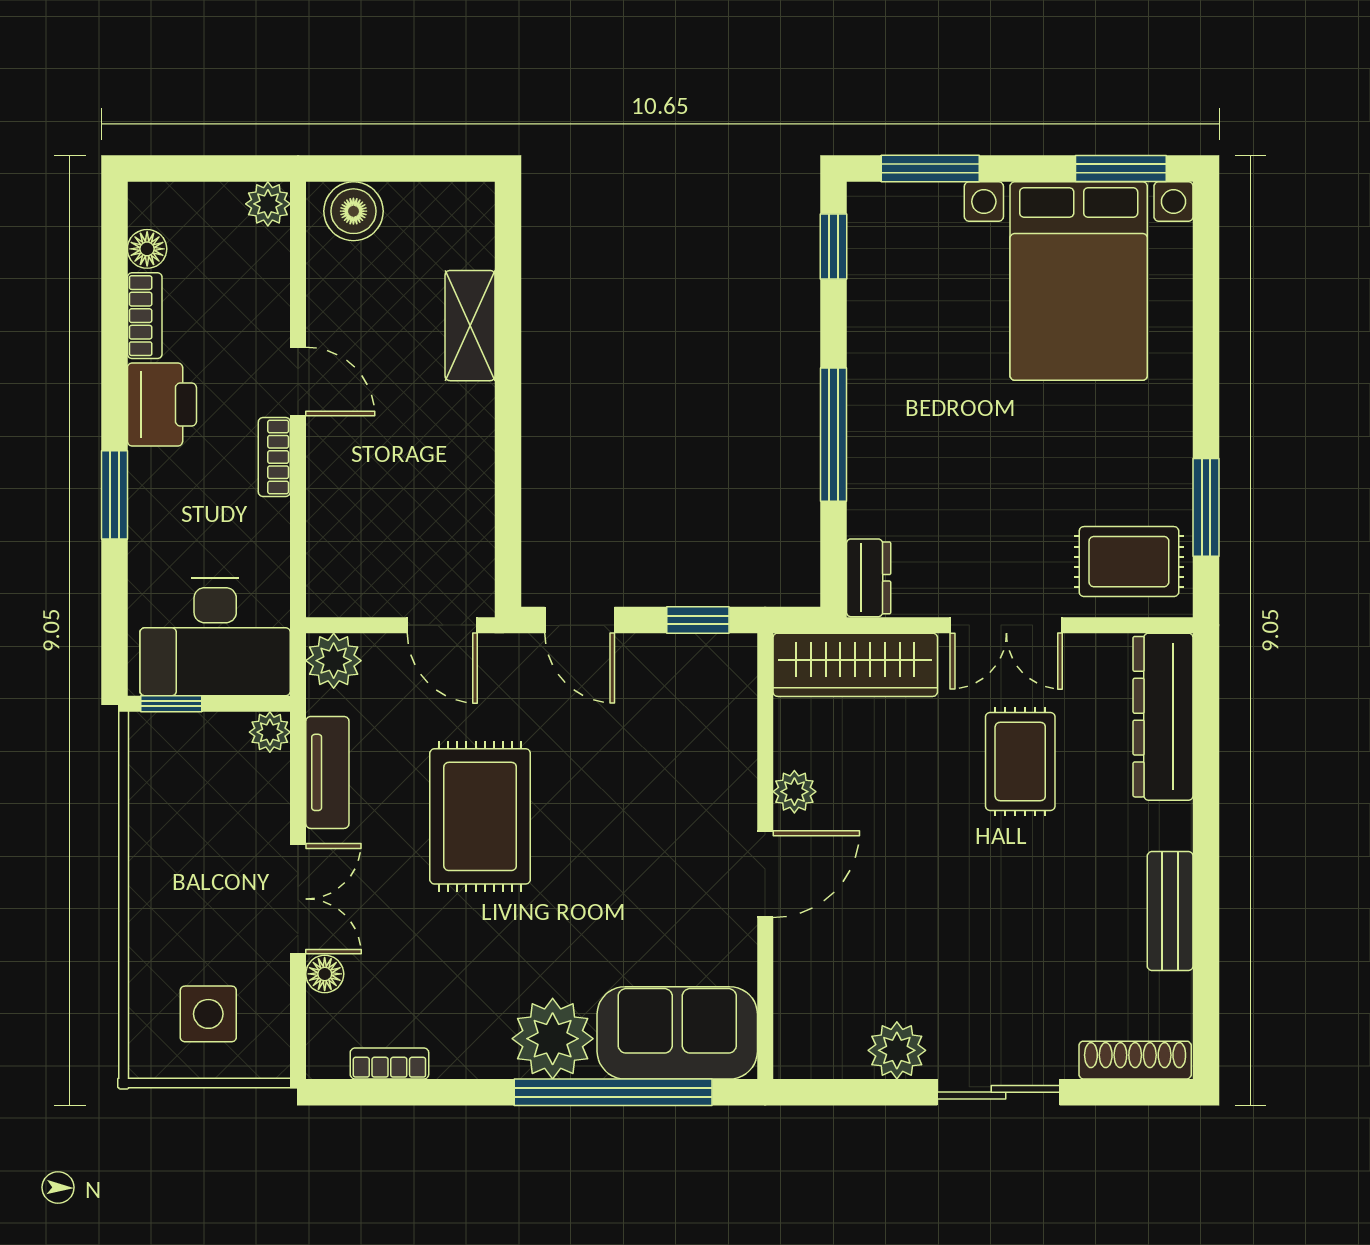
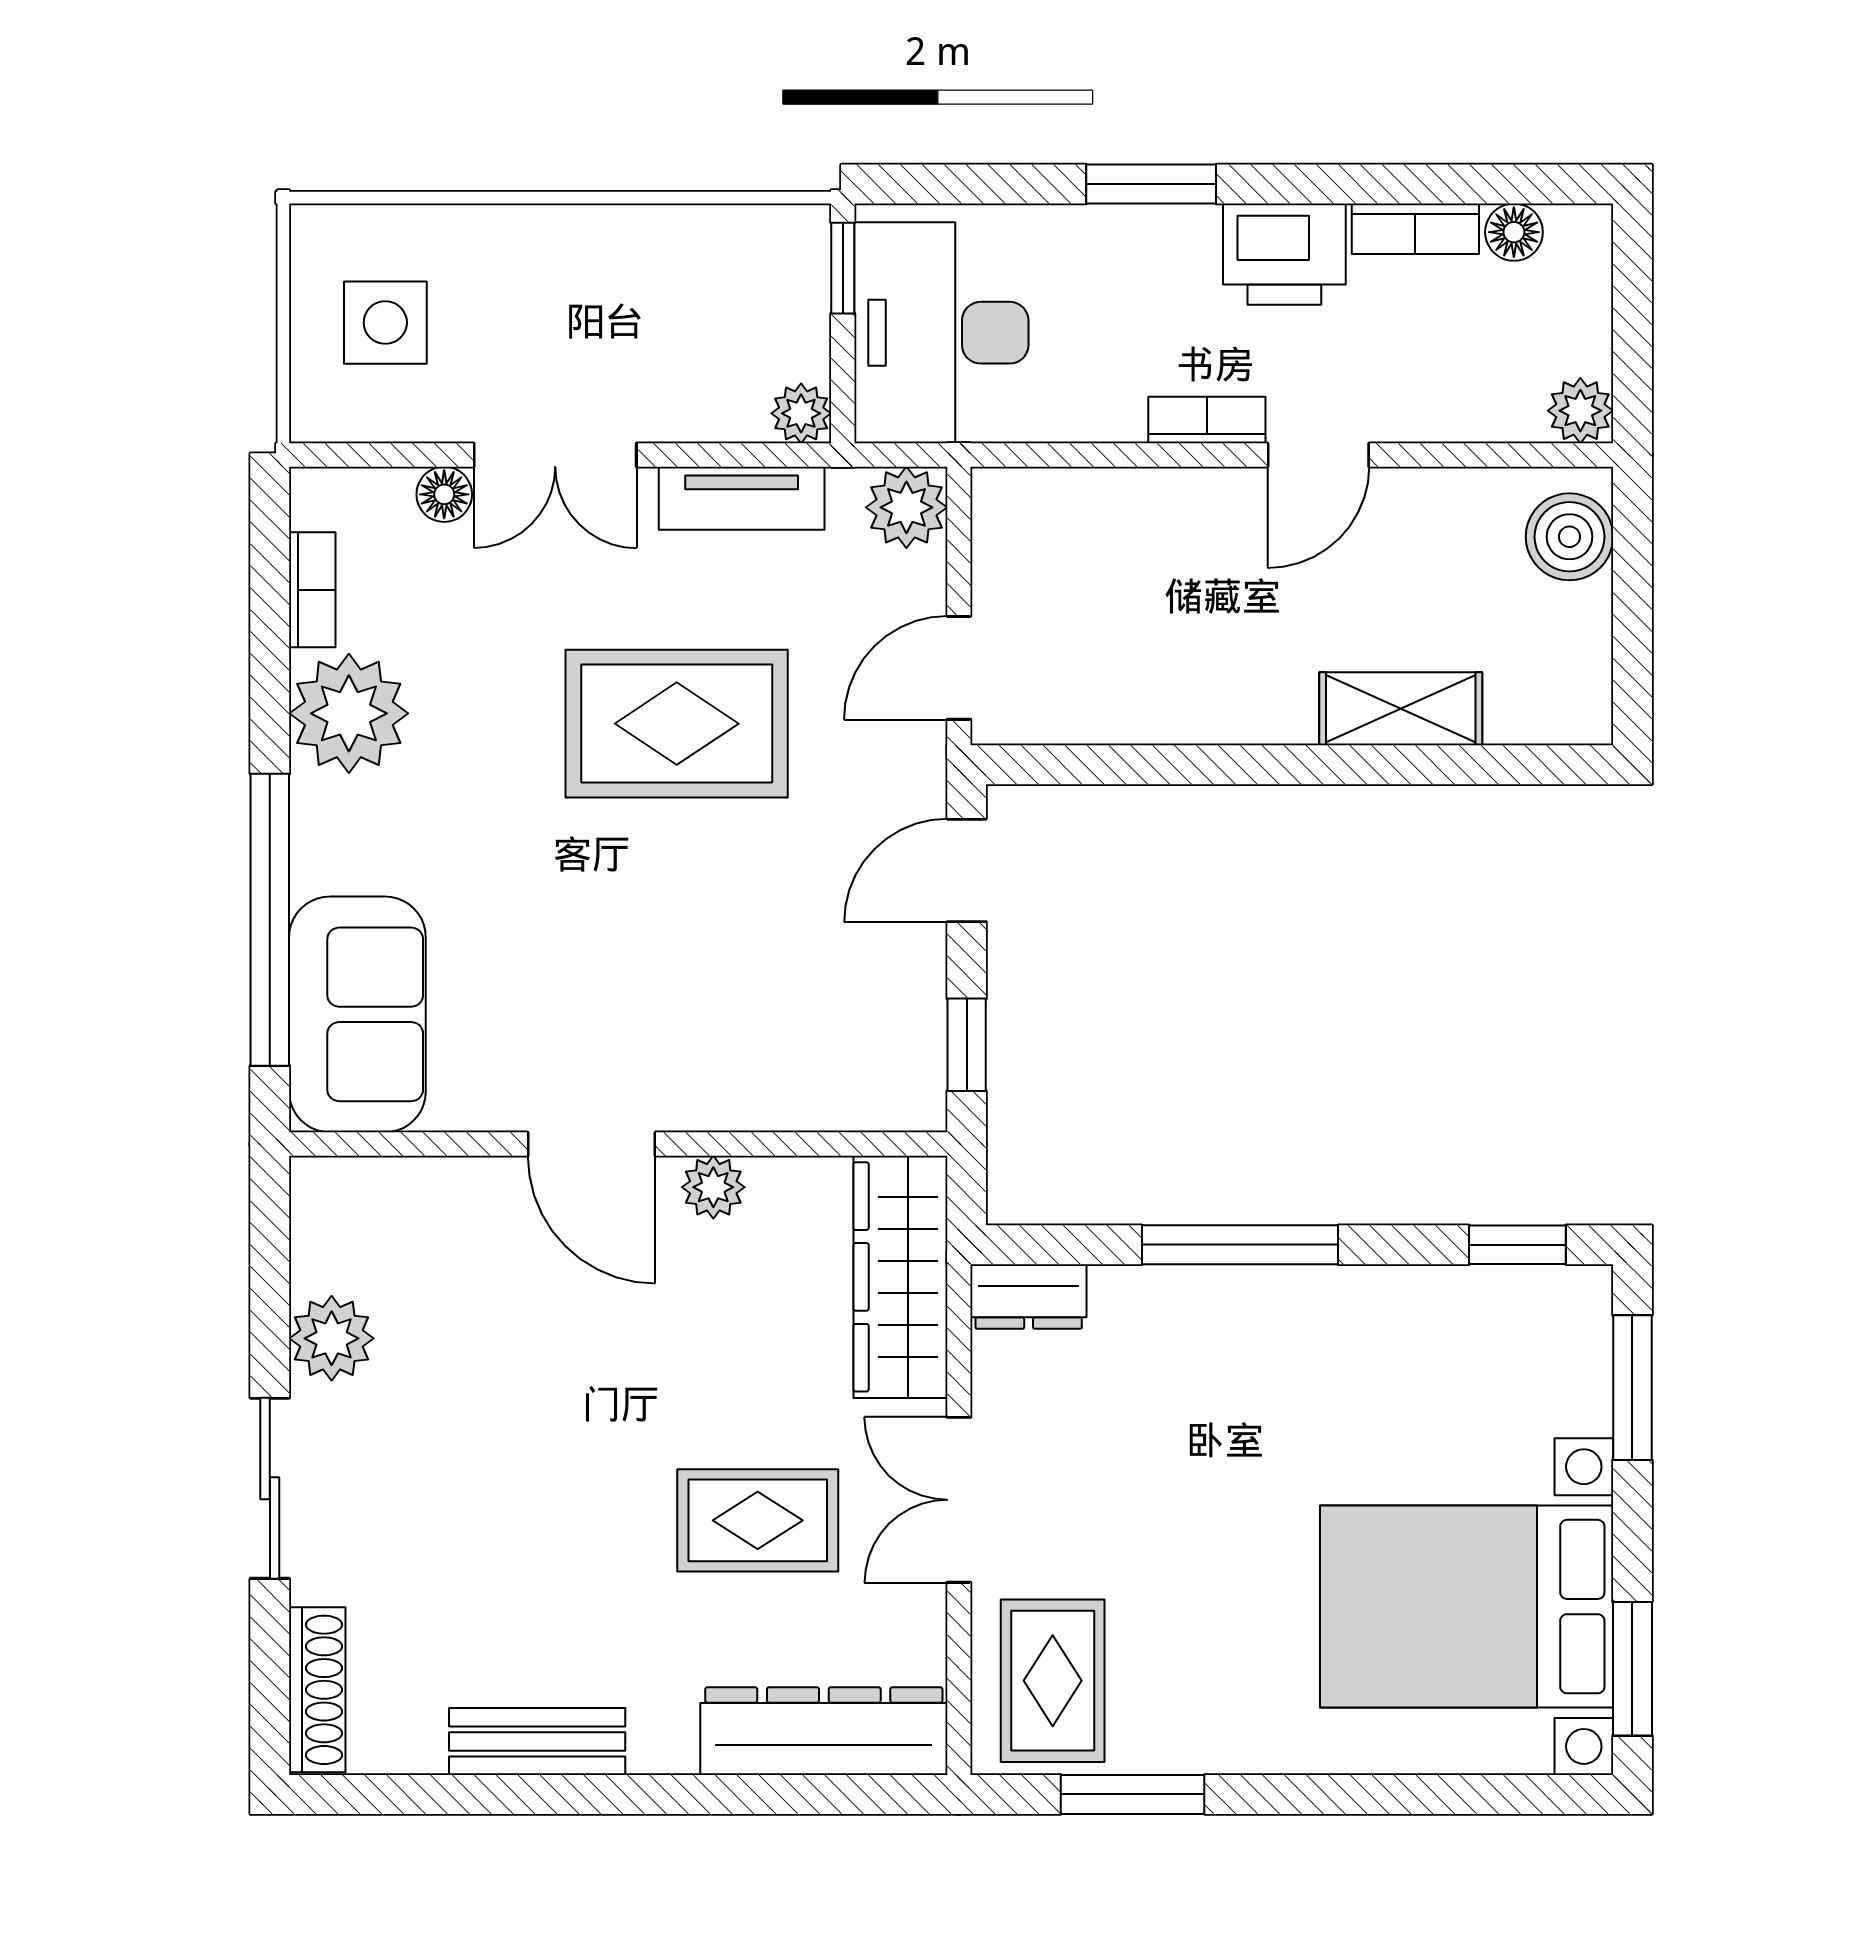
plant: (553, 1039) -> (349, 713), moved

